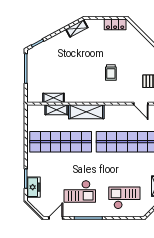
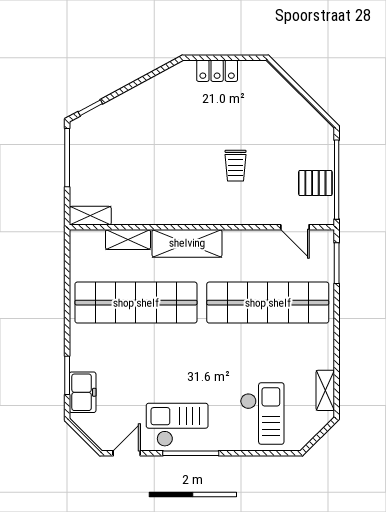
locker: (115, 24) -> (217, 71), moved
shelving: (77, 28) -> (168, 79), removed
shelving: (54, 98) -> (90, 216), moved
checkout: (80, 191) -> (177, 425), moved, turned 180
checkout: (124, 198) -> (262, 413), turned 90

